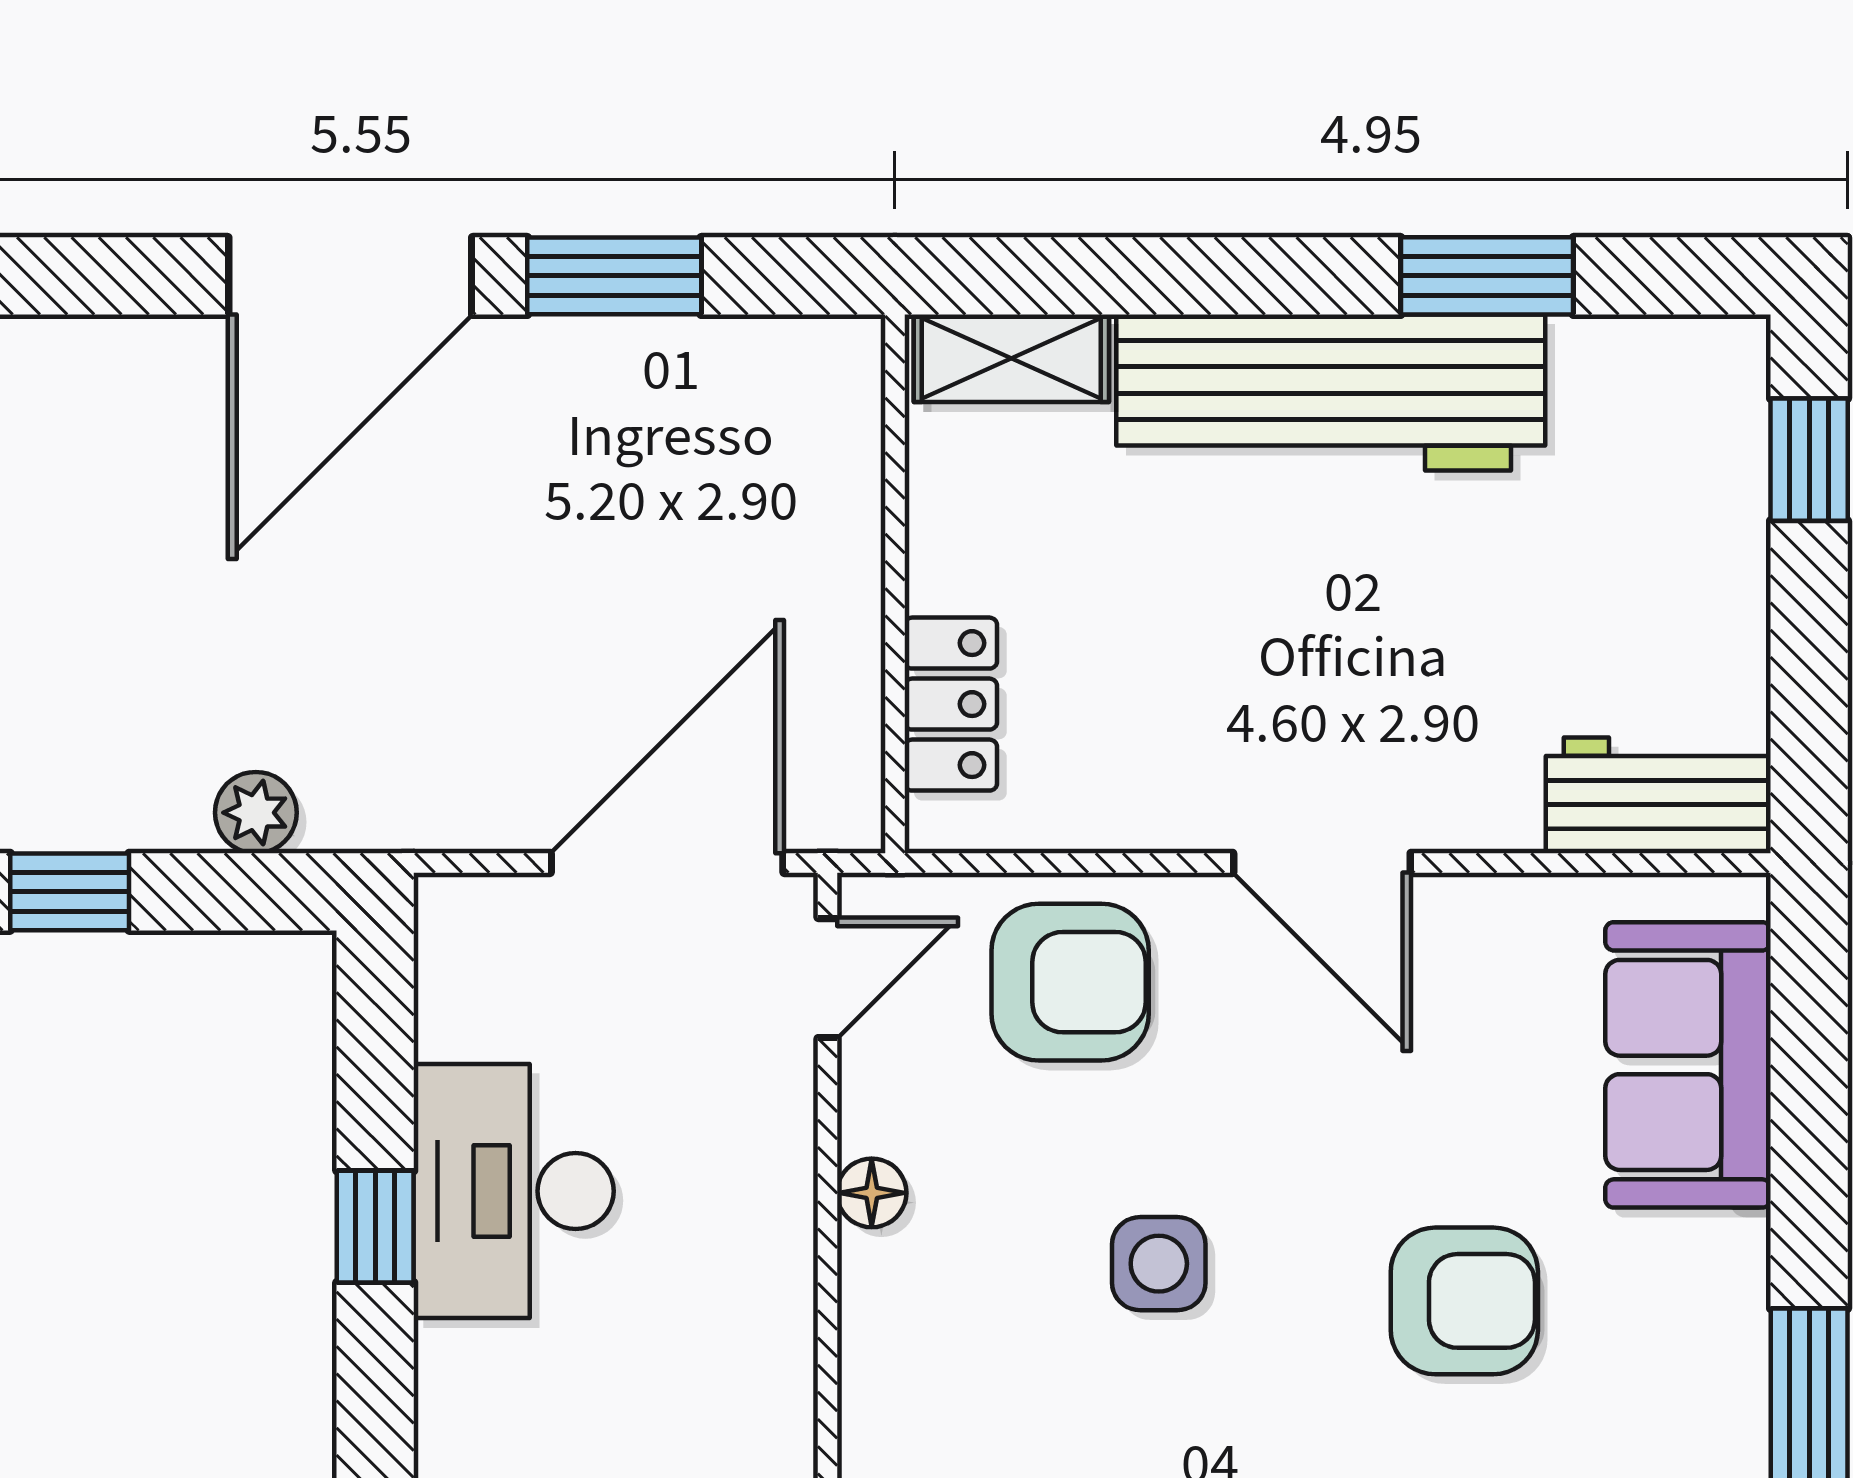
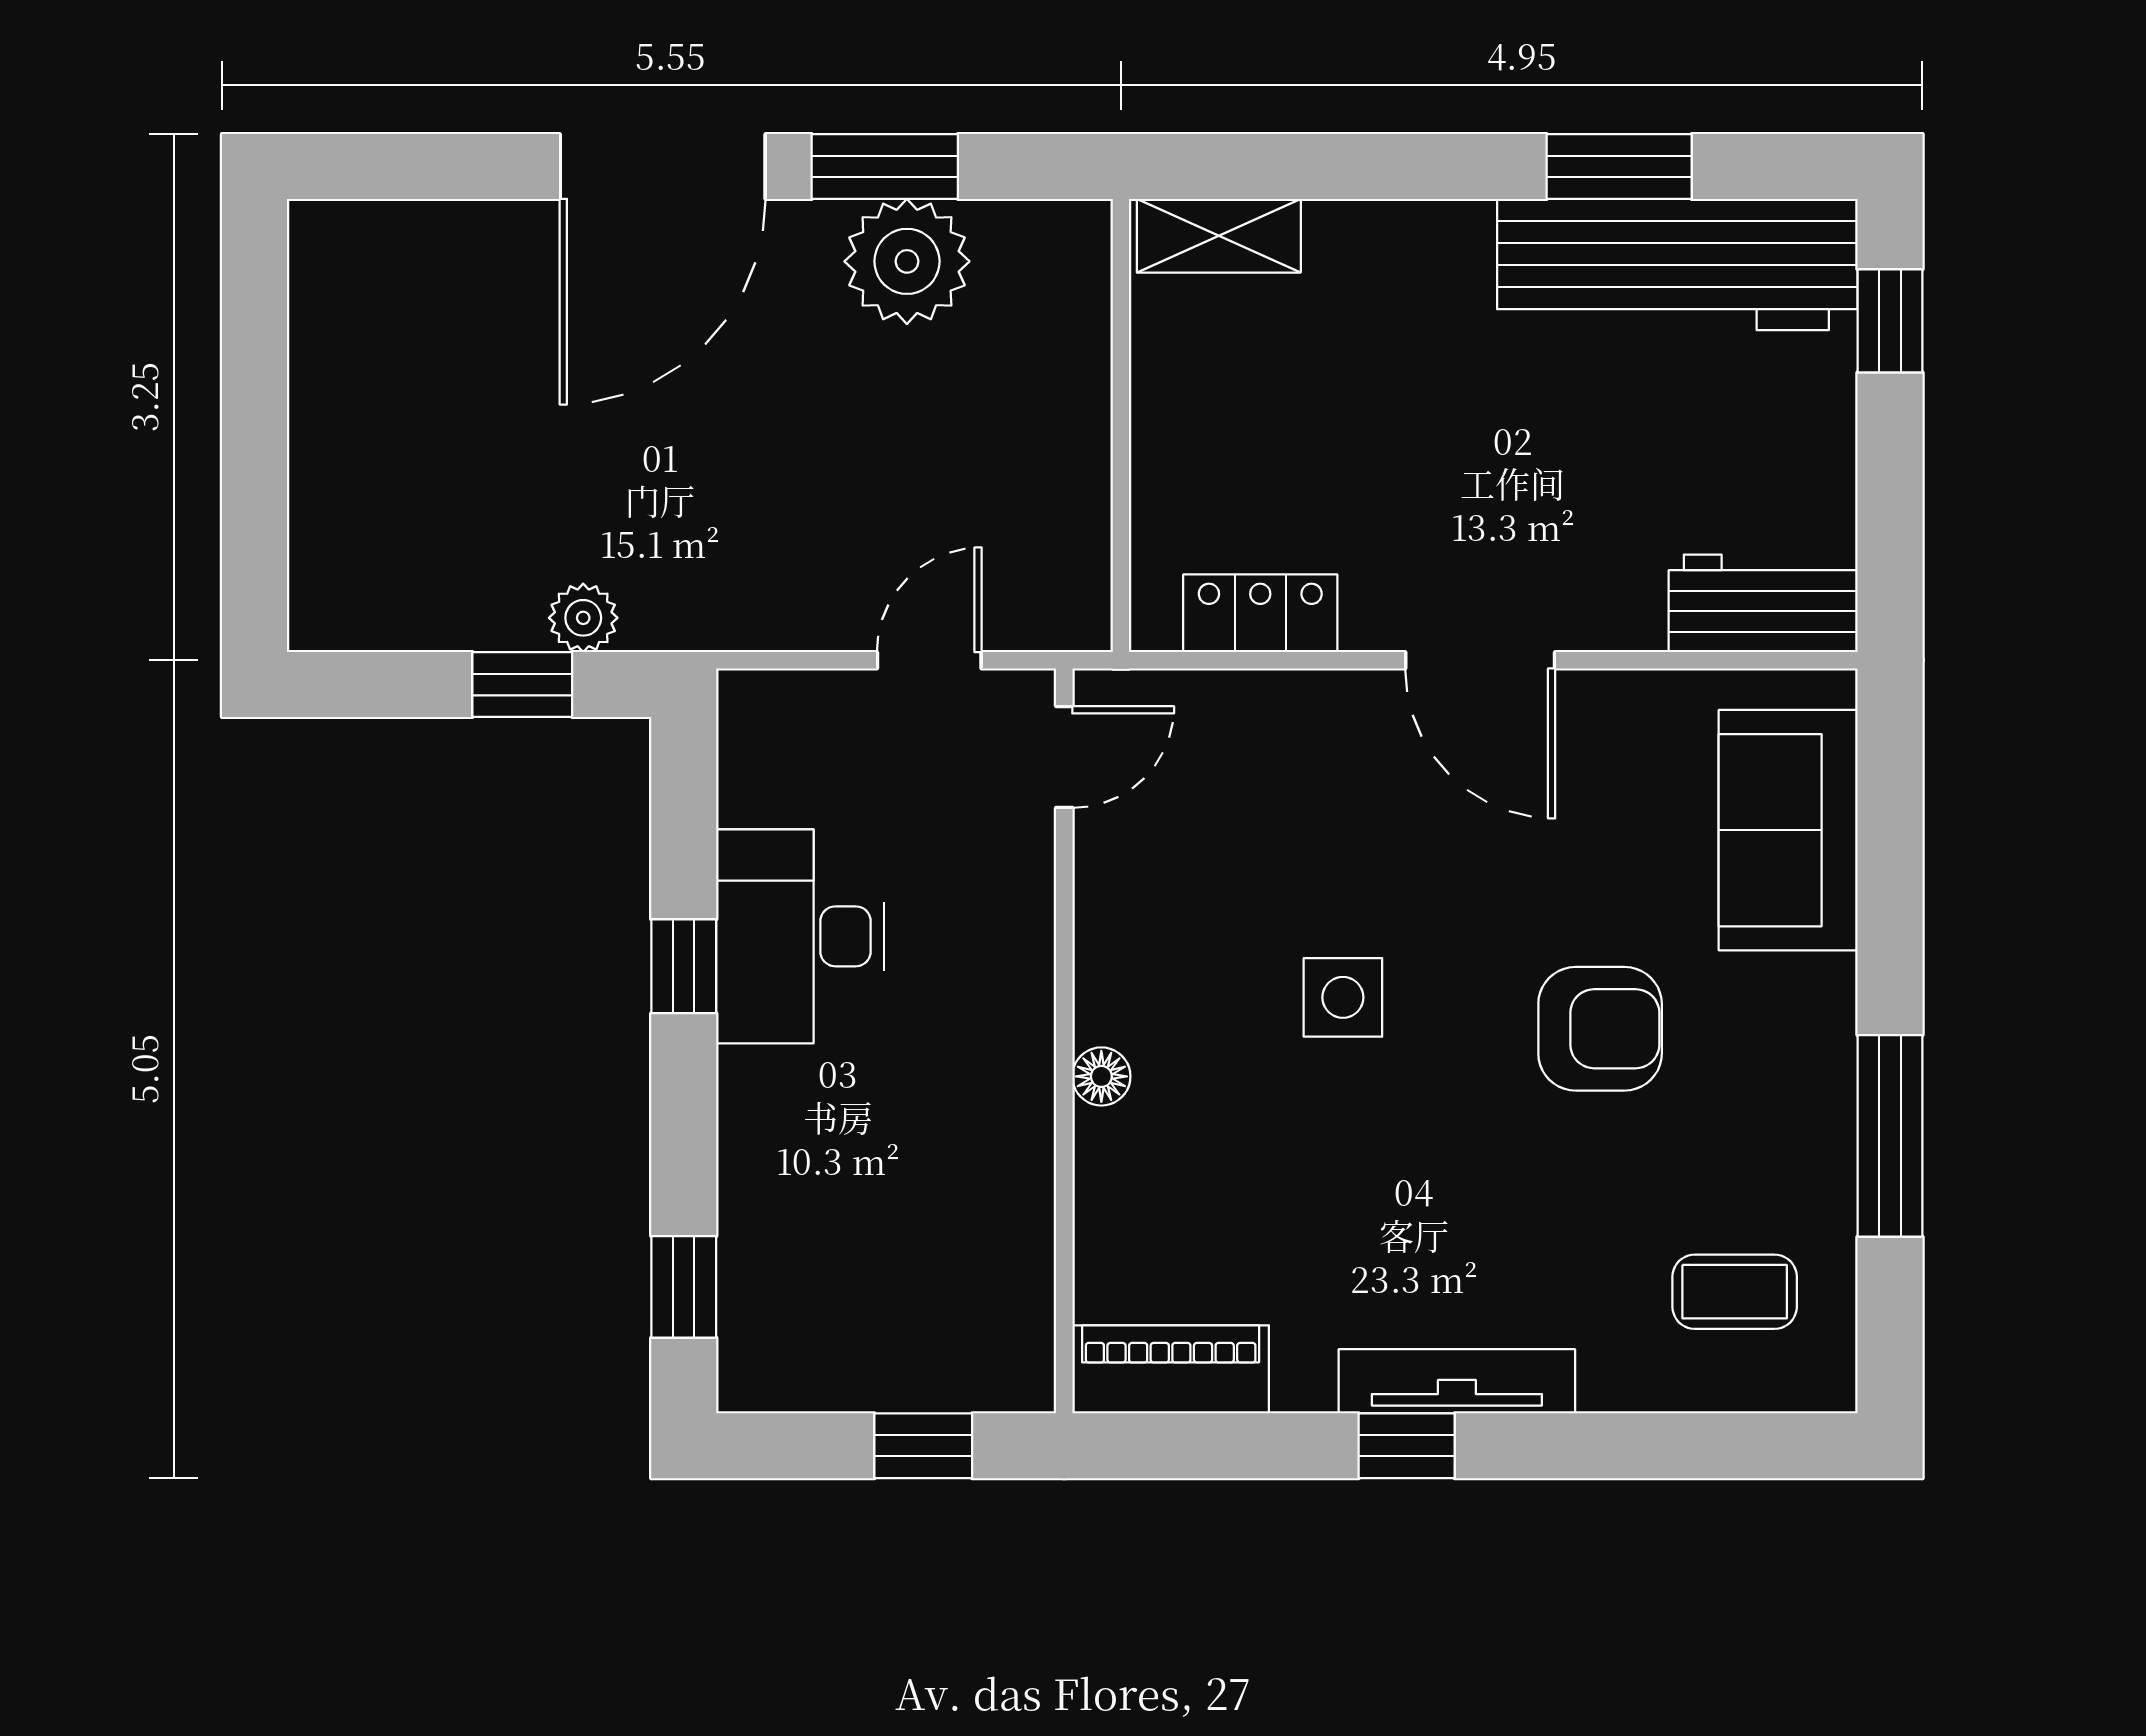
plant: (641, 389) -> (907, 261), added
workbench: (1331, 393) -> (1677, 265), moved
locker: (951, 704) -> (1260, 613), moved, turned -90
door: (667, 863) -> (929, 660), width x0.53
window: (70, 892) -> (522, 685), moved
armchair: (1070, 982) -> (1268, 761), removed
floor lamp: (872, 1193) -> (1101, 1076), moved

